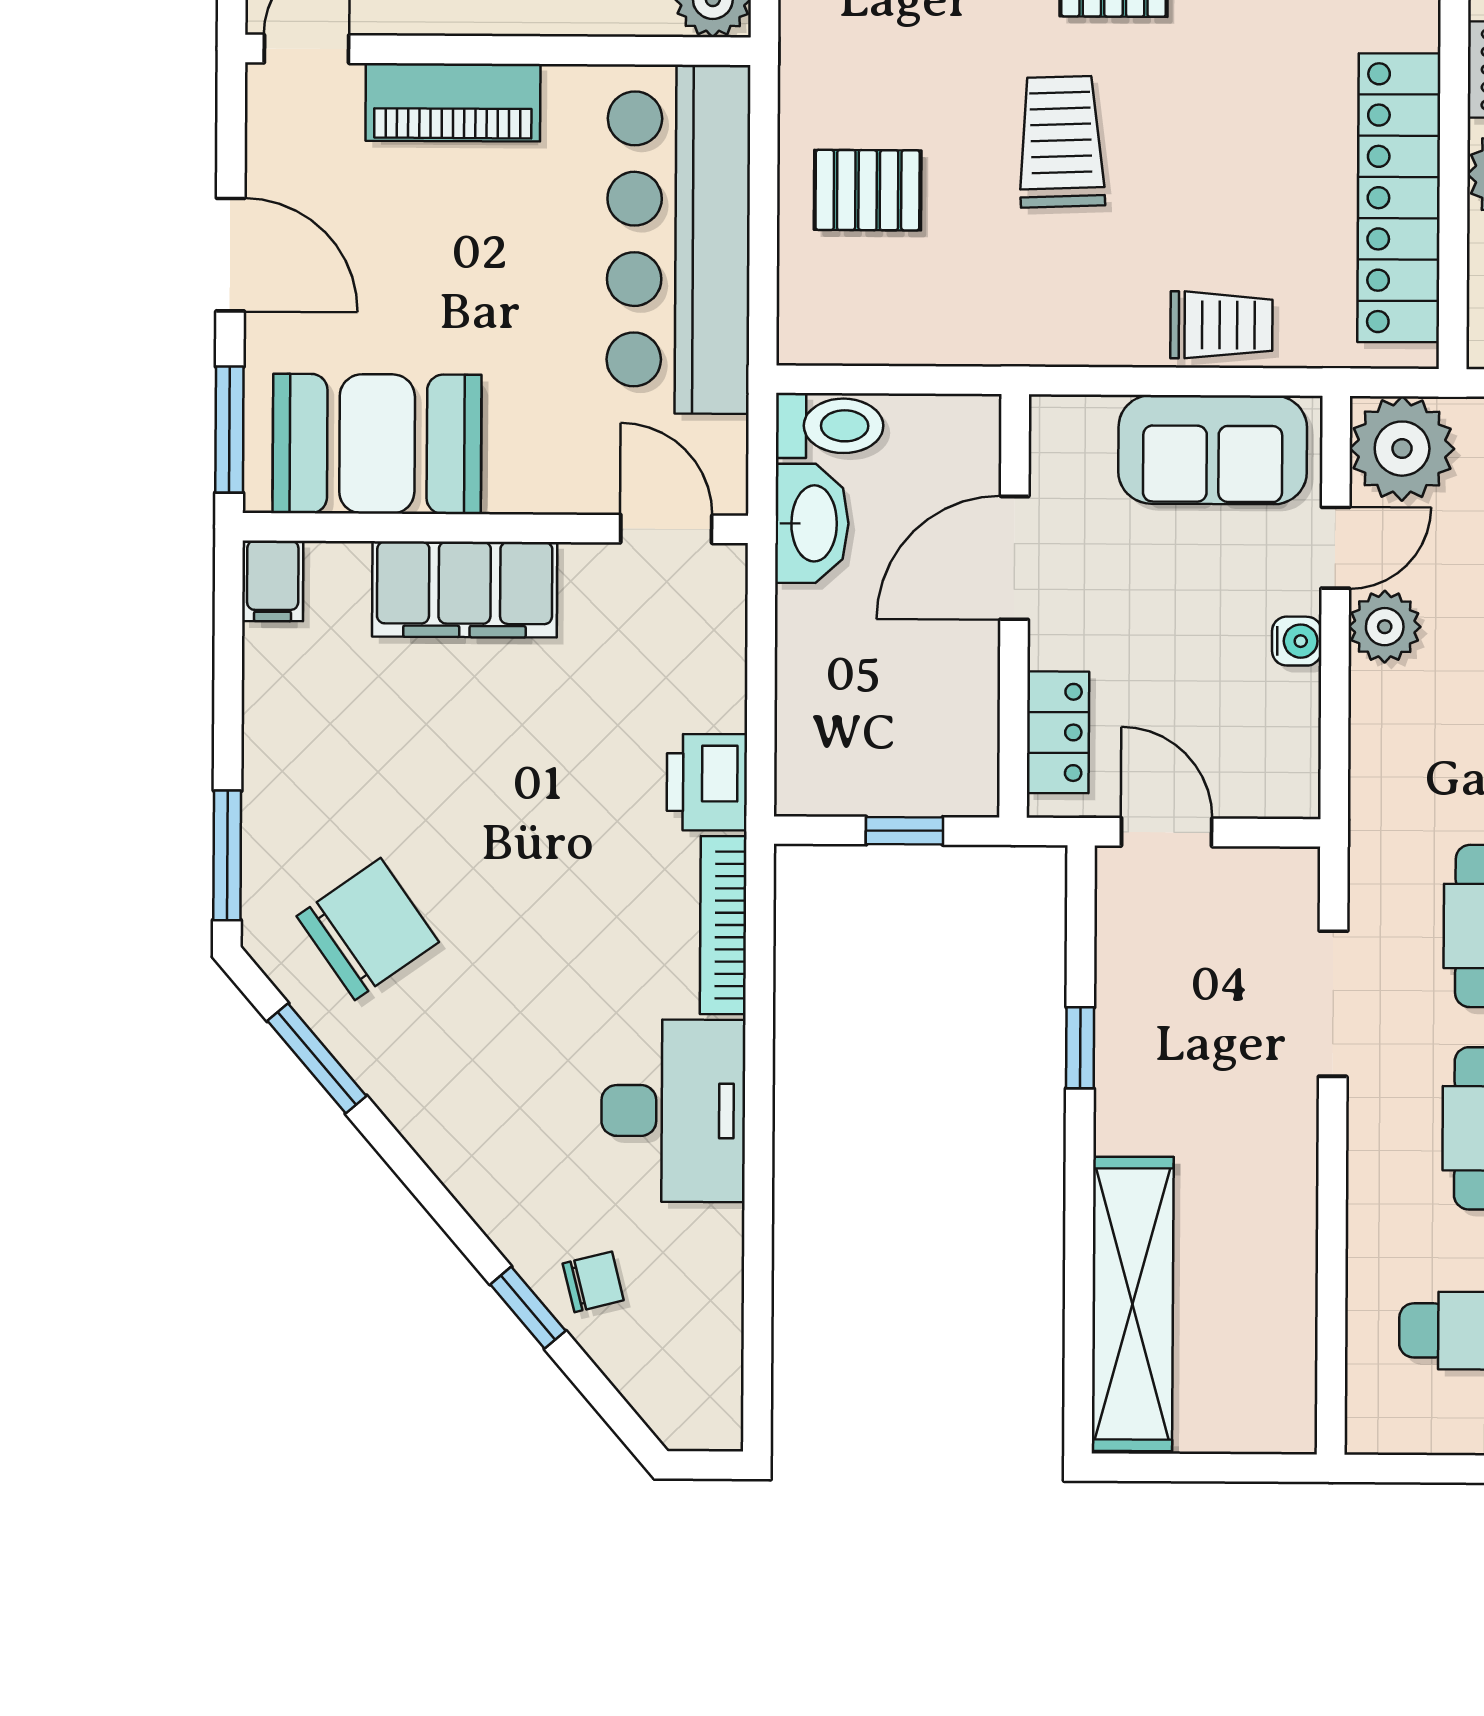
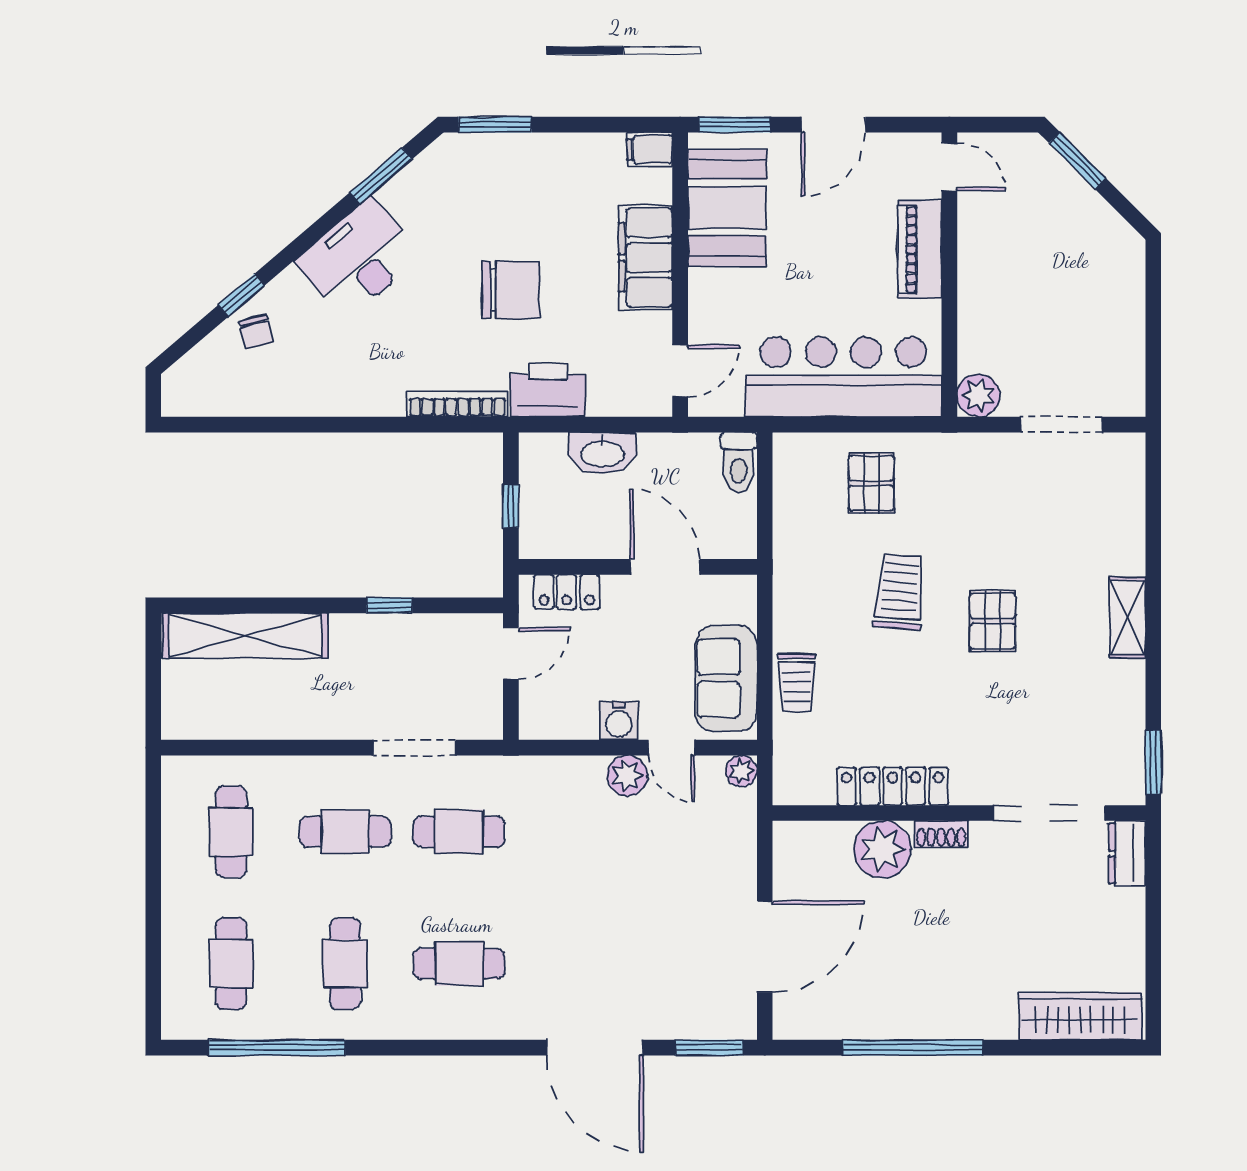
trolley: (1061, 142) -> (899, 592), turned -83
locker: (1399, 198) -> (893, 786), width x0.71, depth x0.83
plant: (1402, 449) -> (741, 771), width x0.53, depth x0.53
washbasin: (812, 523) -> (603, 453), moved
water cooler: (1297, 641) -> (619, 721), width x1.38, depth x1.38
printer: (707, 782) -> (548, 390), width x1.37, depth x1.19
chair: (368, 929) -> (511, 290), moved, turned -55
desk: (673, 1111) -> (358, 259), moved, turned 139

